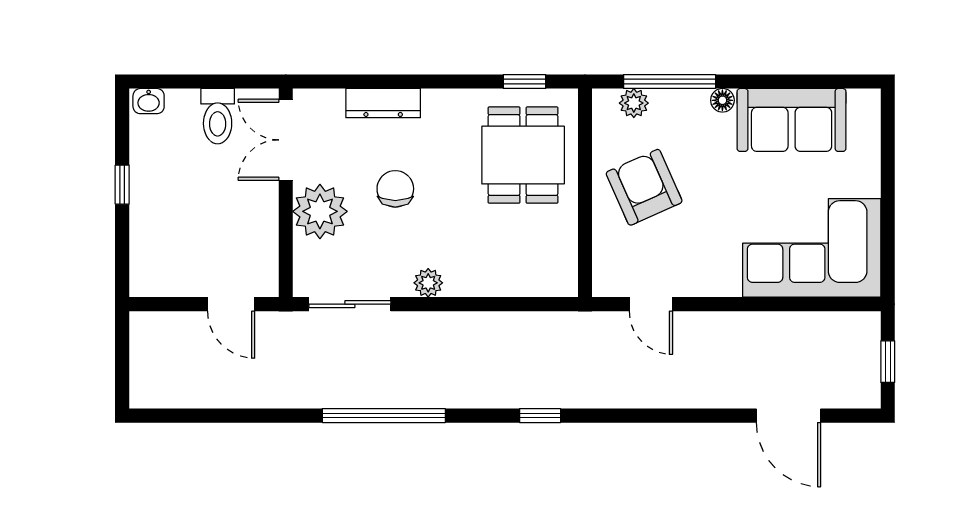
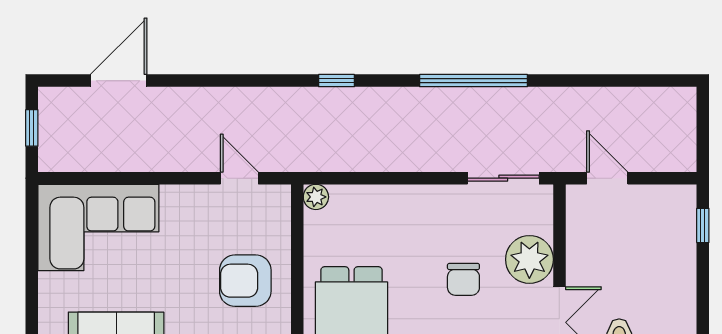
window: (122, 185) -> (703, 225), moved
armchair: (644, 187) -> (245, 281), turned 114
plant: (428, 283) -> (316, 197), moved
door: (789, 416) -> (119, 81), hinge flipped

